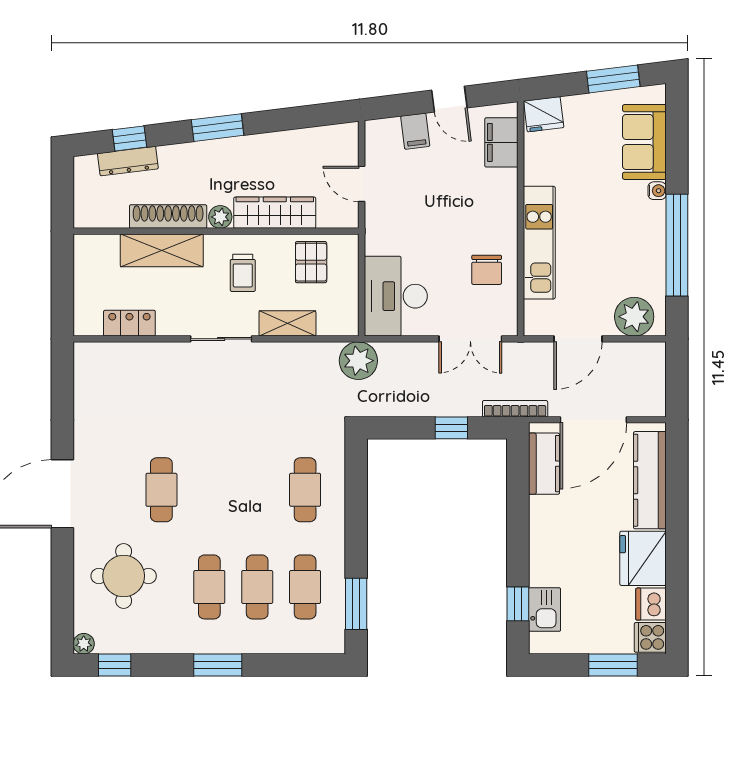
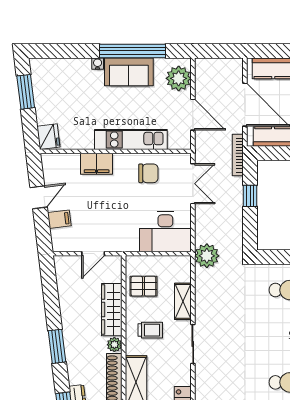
filing cabinet: (501, 142) -> (97, 164), moved
sofa: (644, 142) -> (129, 72), moved

